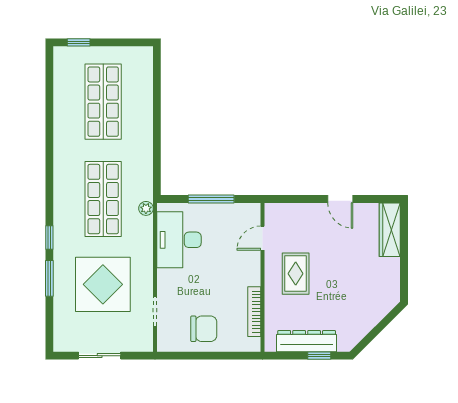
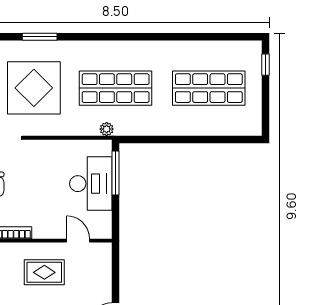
window: (211, 199) -> (116, 173), moved
window: (49, 237) -> (79, 37), removed
desk: (179, 240) -> (91, 184), moved, turned 90

